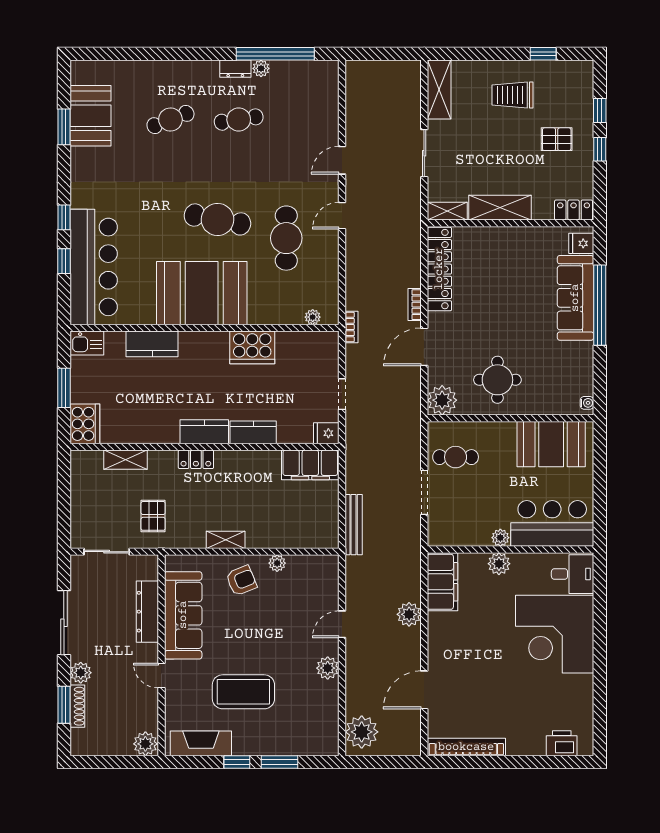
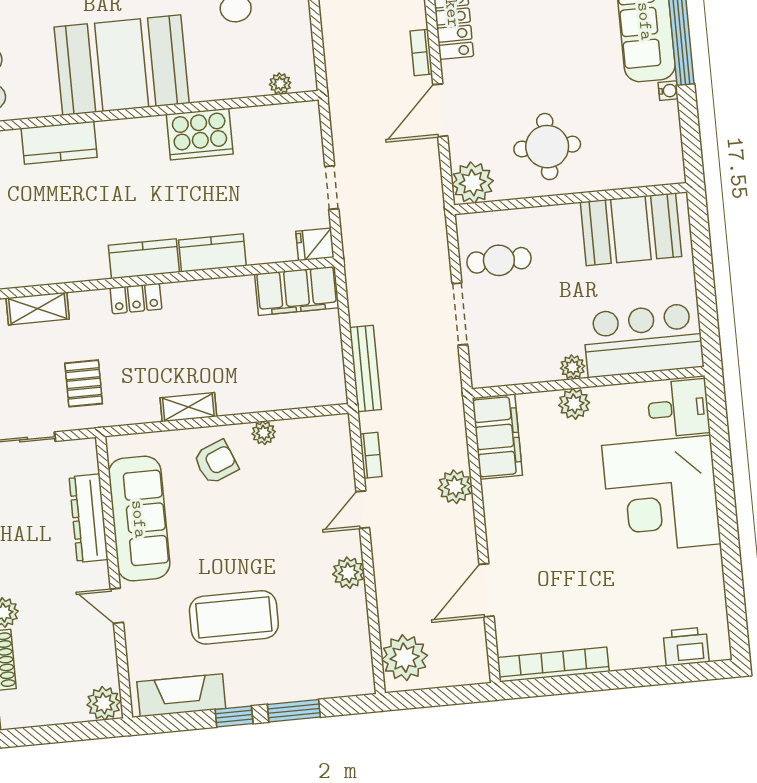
bookcase: (352, 327) -> (371, 455), moved
water cooler: (587, 403) -> (668, 91), moved

